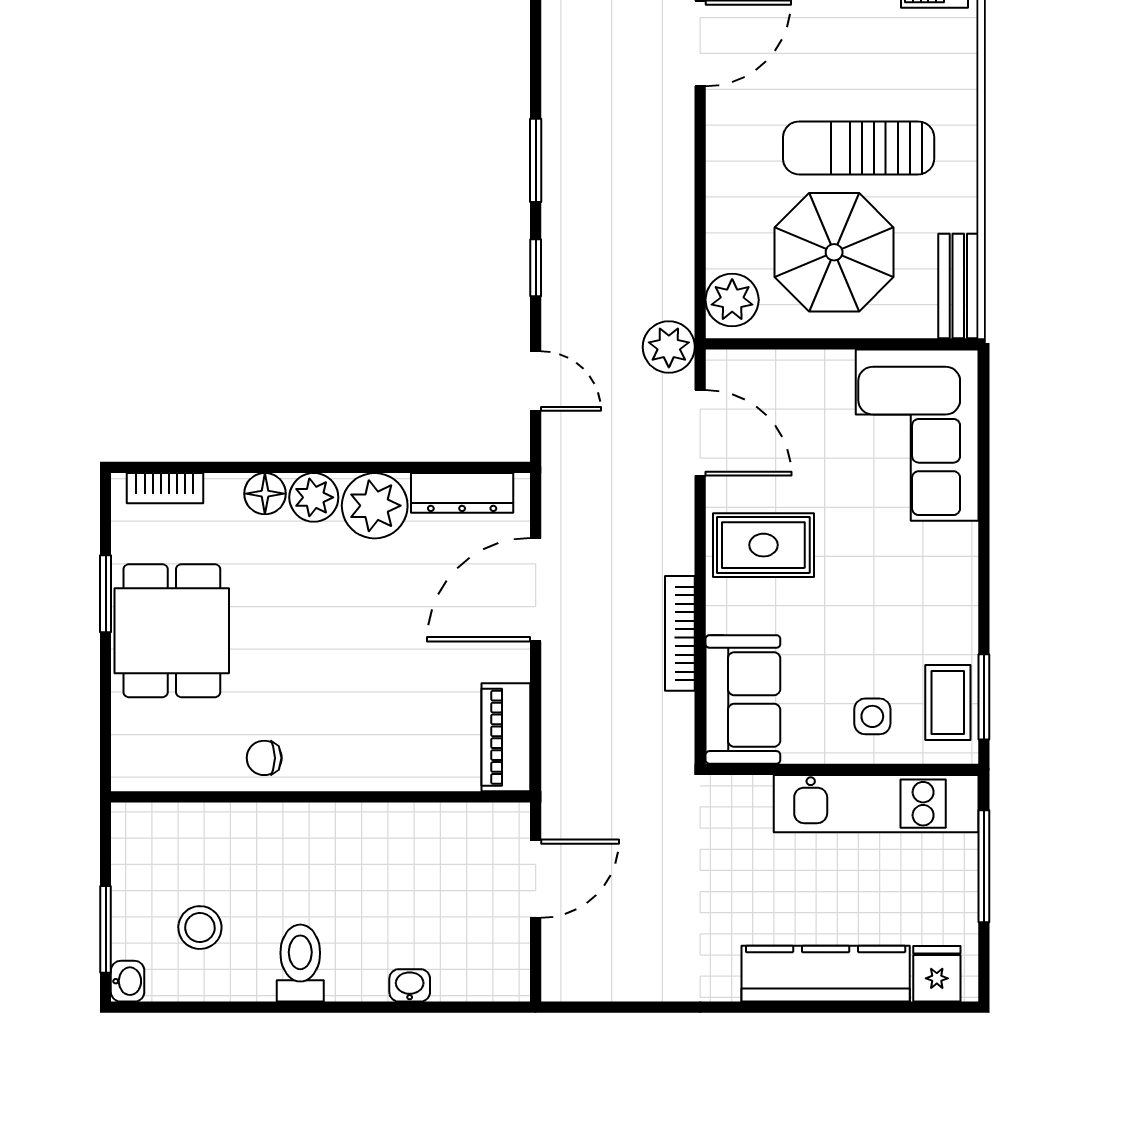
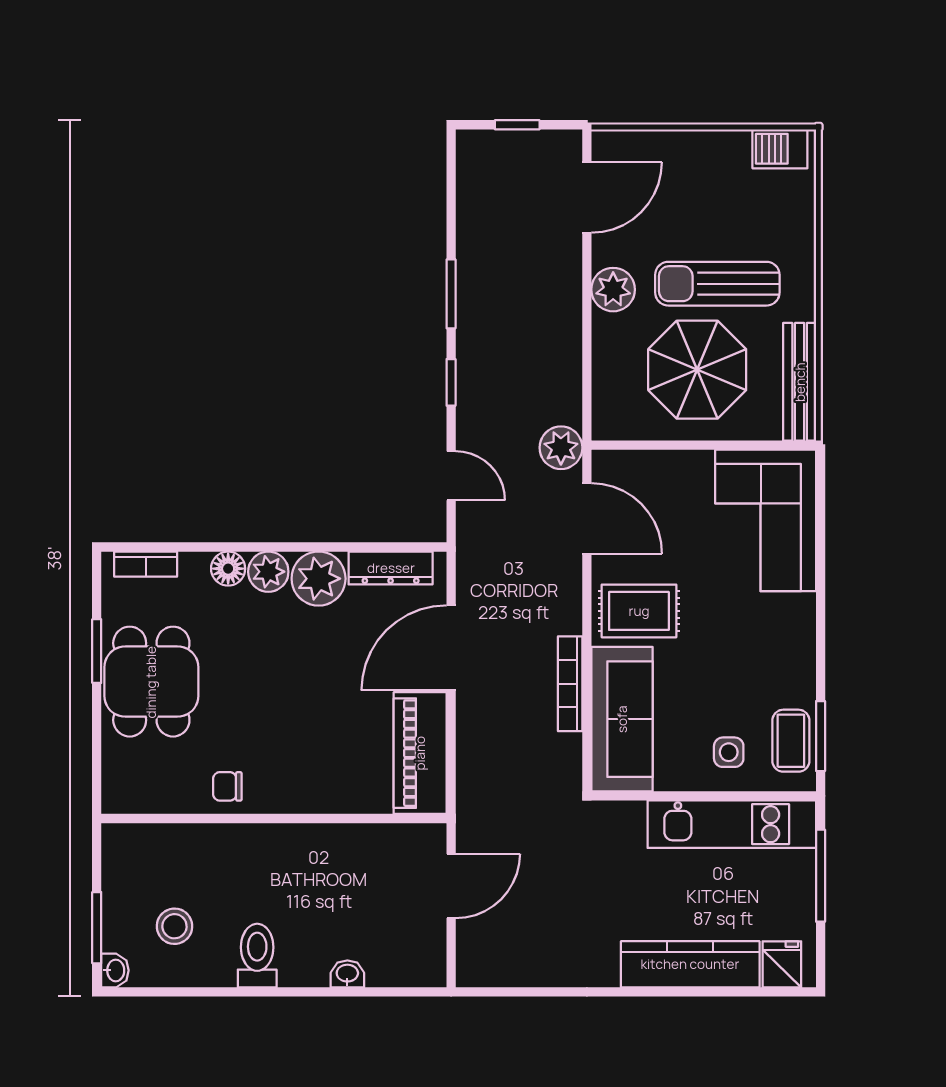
bench: (958, 286) -> (800, 382), width x1.36
plant: (732, 300) -> (613, 290), moved
sofa: (743, 699) -> (622, 719), width x1.36
piano: (506, 737) -> (420, 753), width x1.37, depth x1.33

